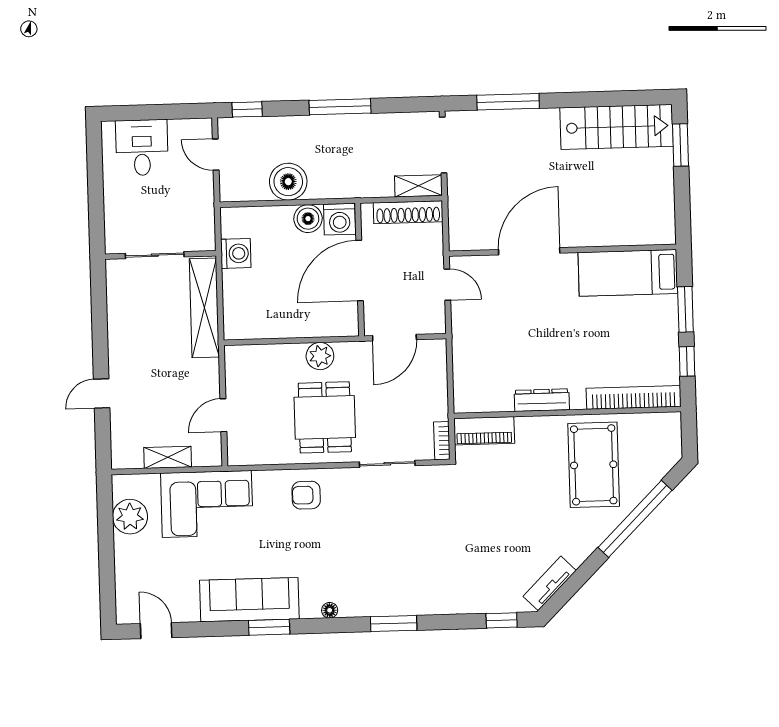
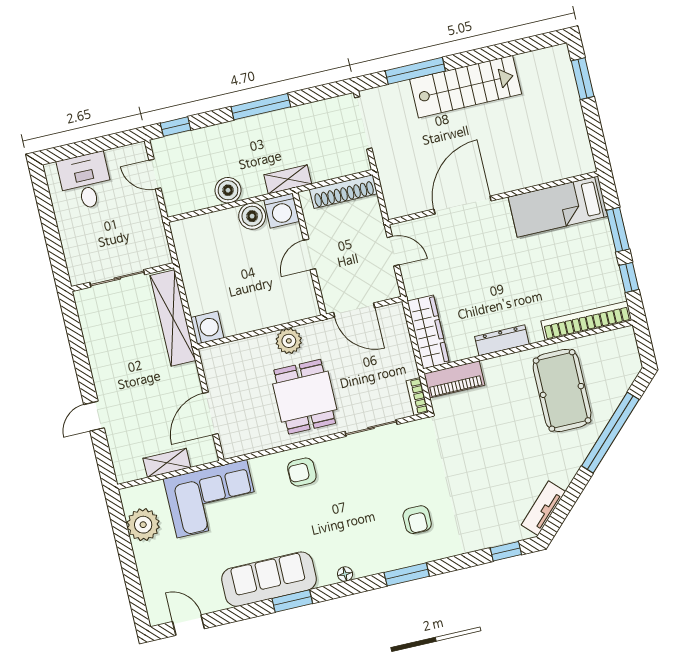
stairs: (617, 127) -> (466, 87), moved
boiler: (288, 182) -> (228, 190), width x0.73, depth x0.73
shelving: (418, 186) -> (288, 179), moved
washing machine: (236, 253) -> (207, 328), moved
door: (360, 271) -> (309, 255), width x0.53
door: (394, 338) -> (354, 310), hinge flipped
wardrobe: (467, 376) -> (428, 332), added
door: (223, 415) -> (211, 414), width x1.38
armchair: (416, 569) -> (417, 520), added

